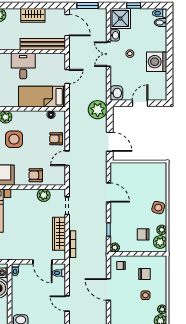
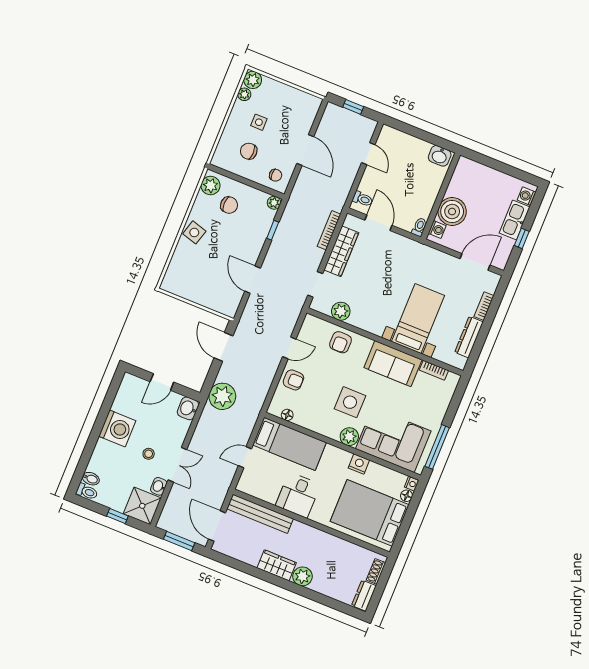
wardrobe: (33, 15) -> (277, 565), moved
armchair: (36, 175) -> (341, 342), turned 90
plant: (162, 230) -> (202, 201), removed

